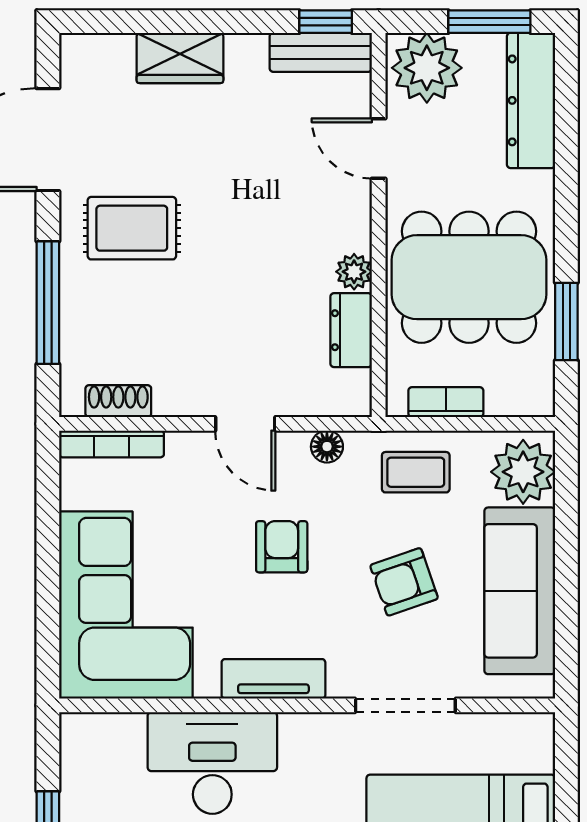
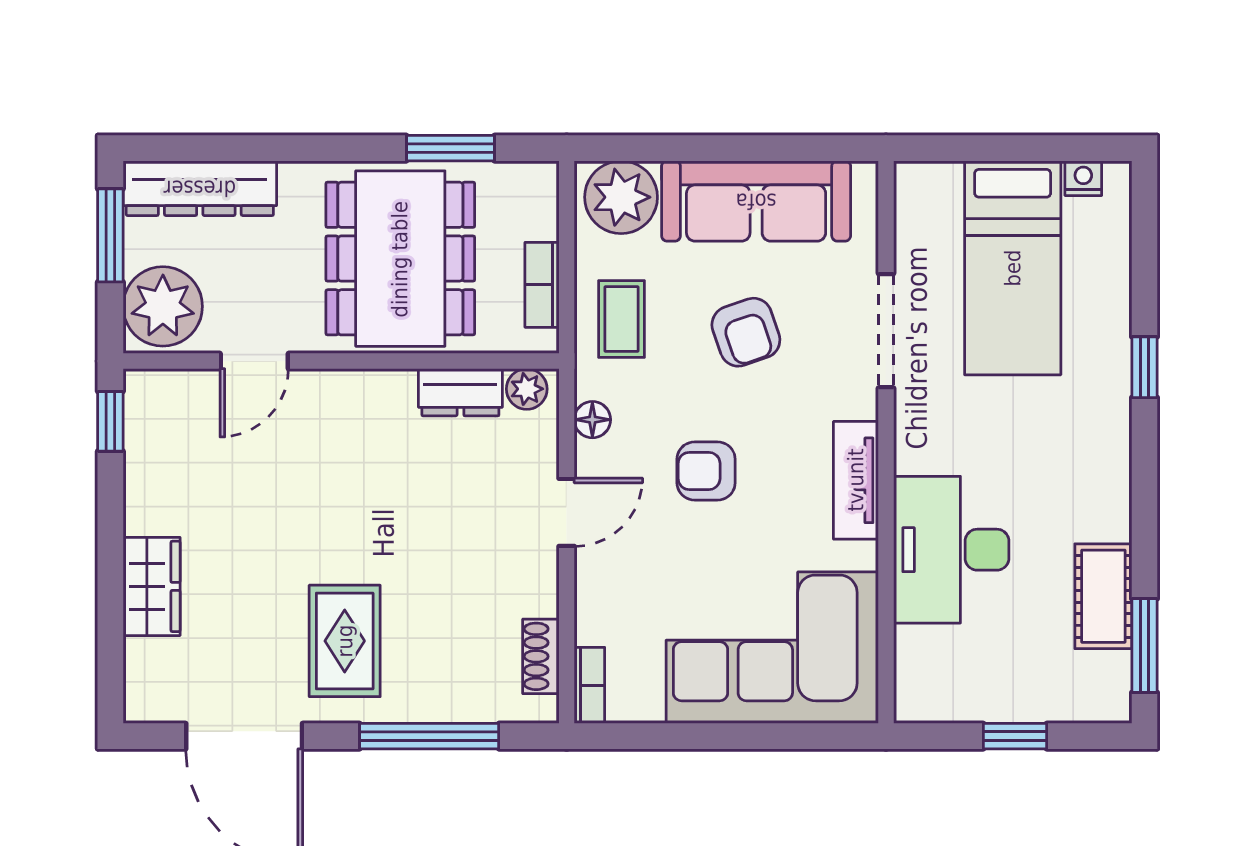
bench: (321, 52) -> (145, 427), removed
plant: (354, 272) -> (527, 389), moved
bookcase: (112, 444) -> (589, 685), width x0.64

